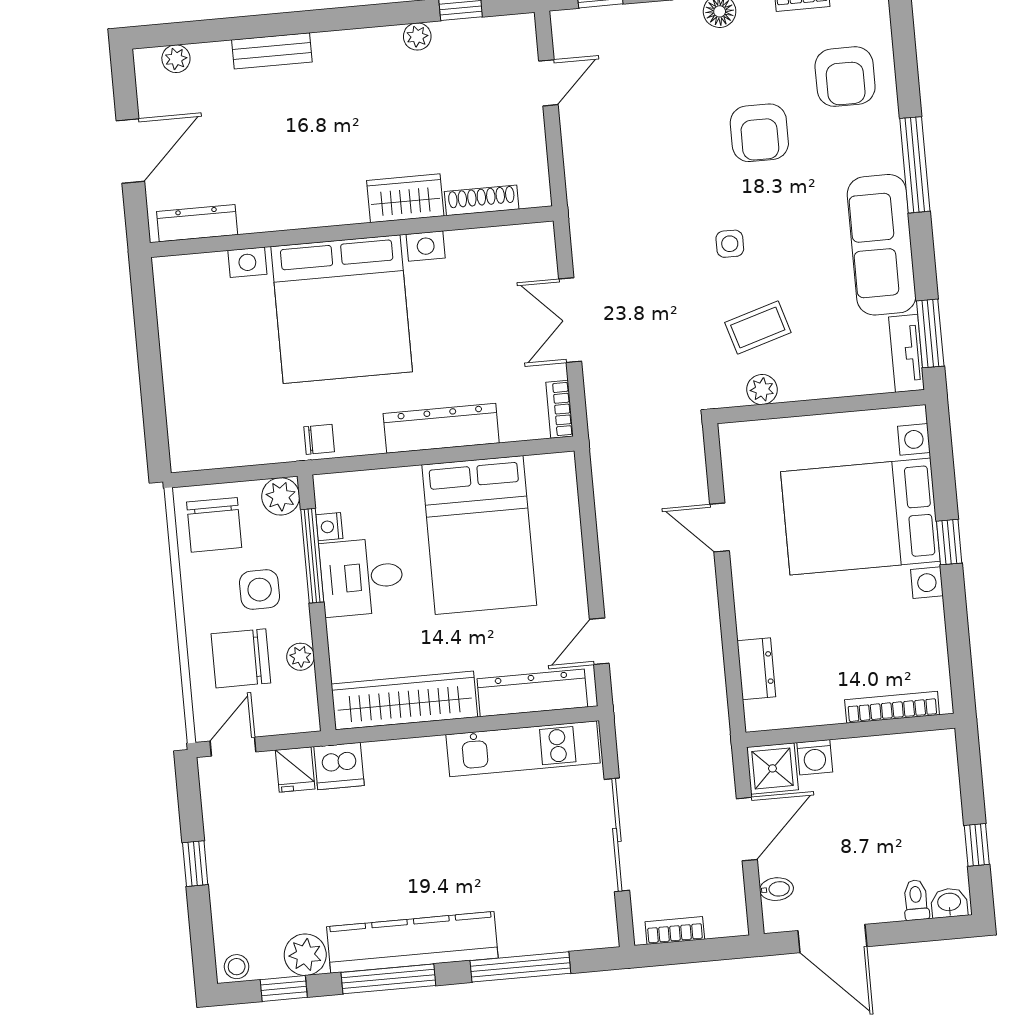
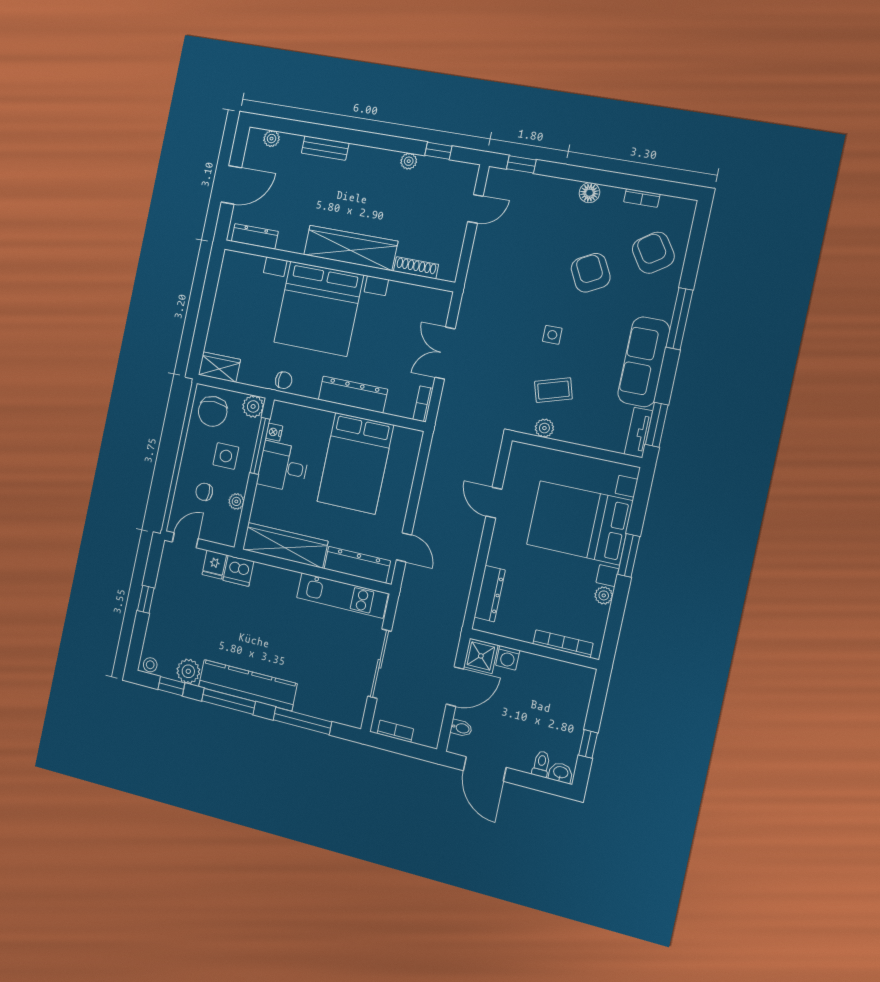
armchair: (845, 77) -> (653, 253), turned 146
armchair: (759, 133) -> (591, 273), turned 152
wardrobe: (405, 198) -> (351, 248), width x2.10, depth x1.17
wardrobe: (203, 450) -> (219, 367), added
window: (949, 542) -> (629, 555), width x1.50
plant: (931, 614) -> (604, 595), added
door: (599, 641) -> (404, 547), swing flipped
chair: (241, 658) -> (204, 492), width x0.54, depth x0.54
dresser: (756, 669) -> (490, 594), width x1.44

